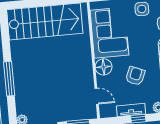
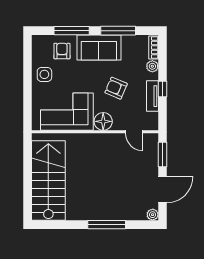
door: (97, 96) -> (134, 132), swing flipped

